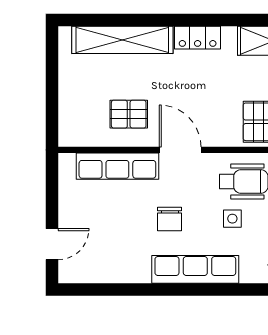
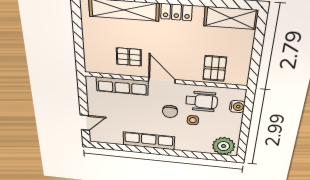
chair: (170, 219) -> (170, 111), moved
row of seats: (195, 269) -> (149, 141), moved

